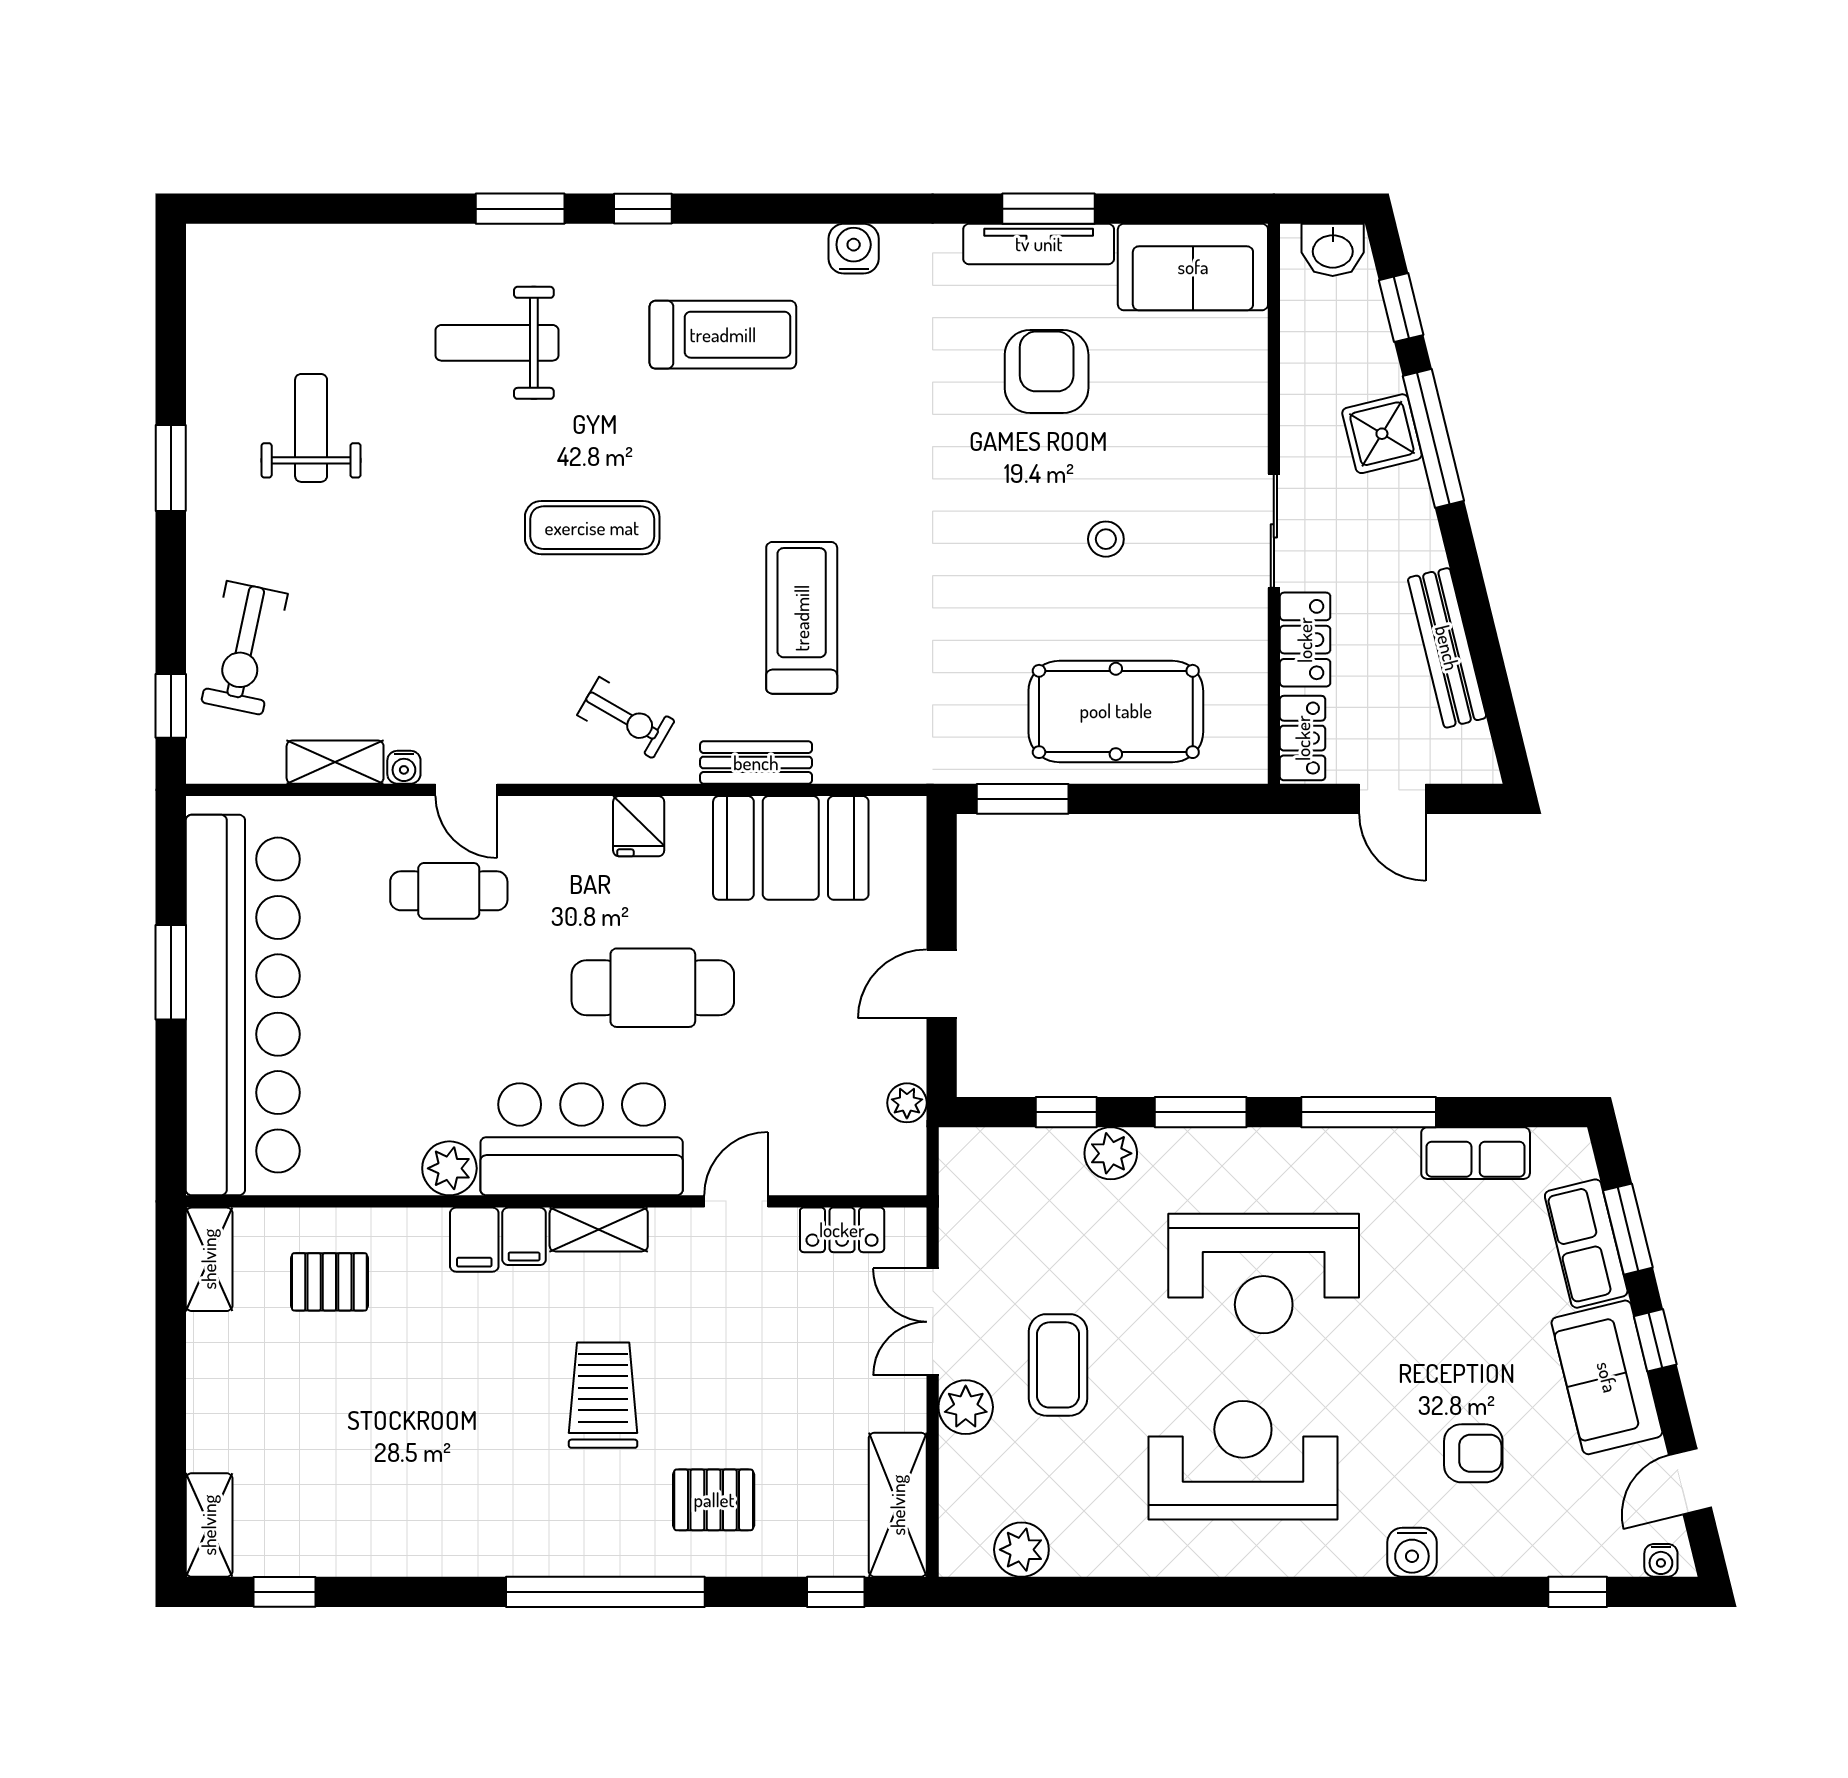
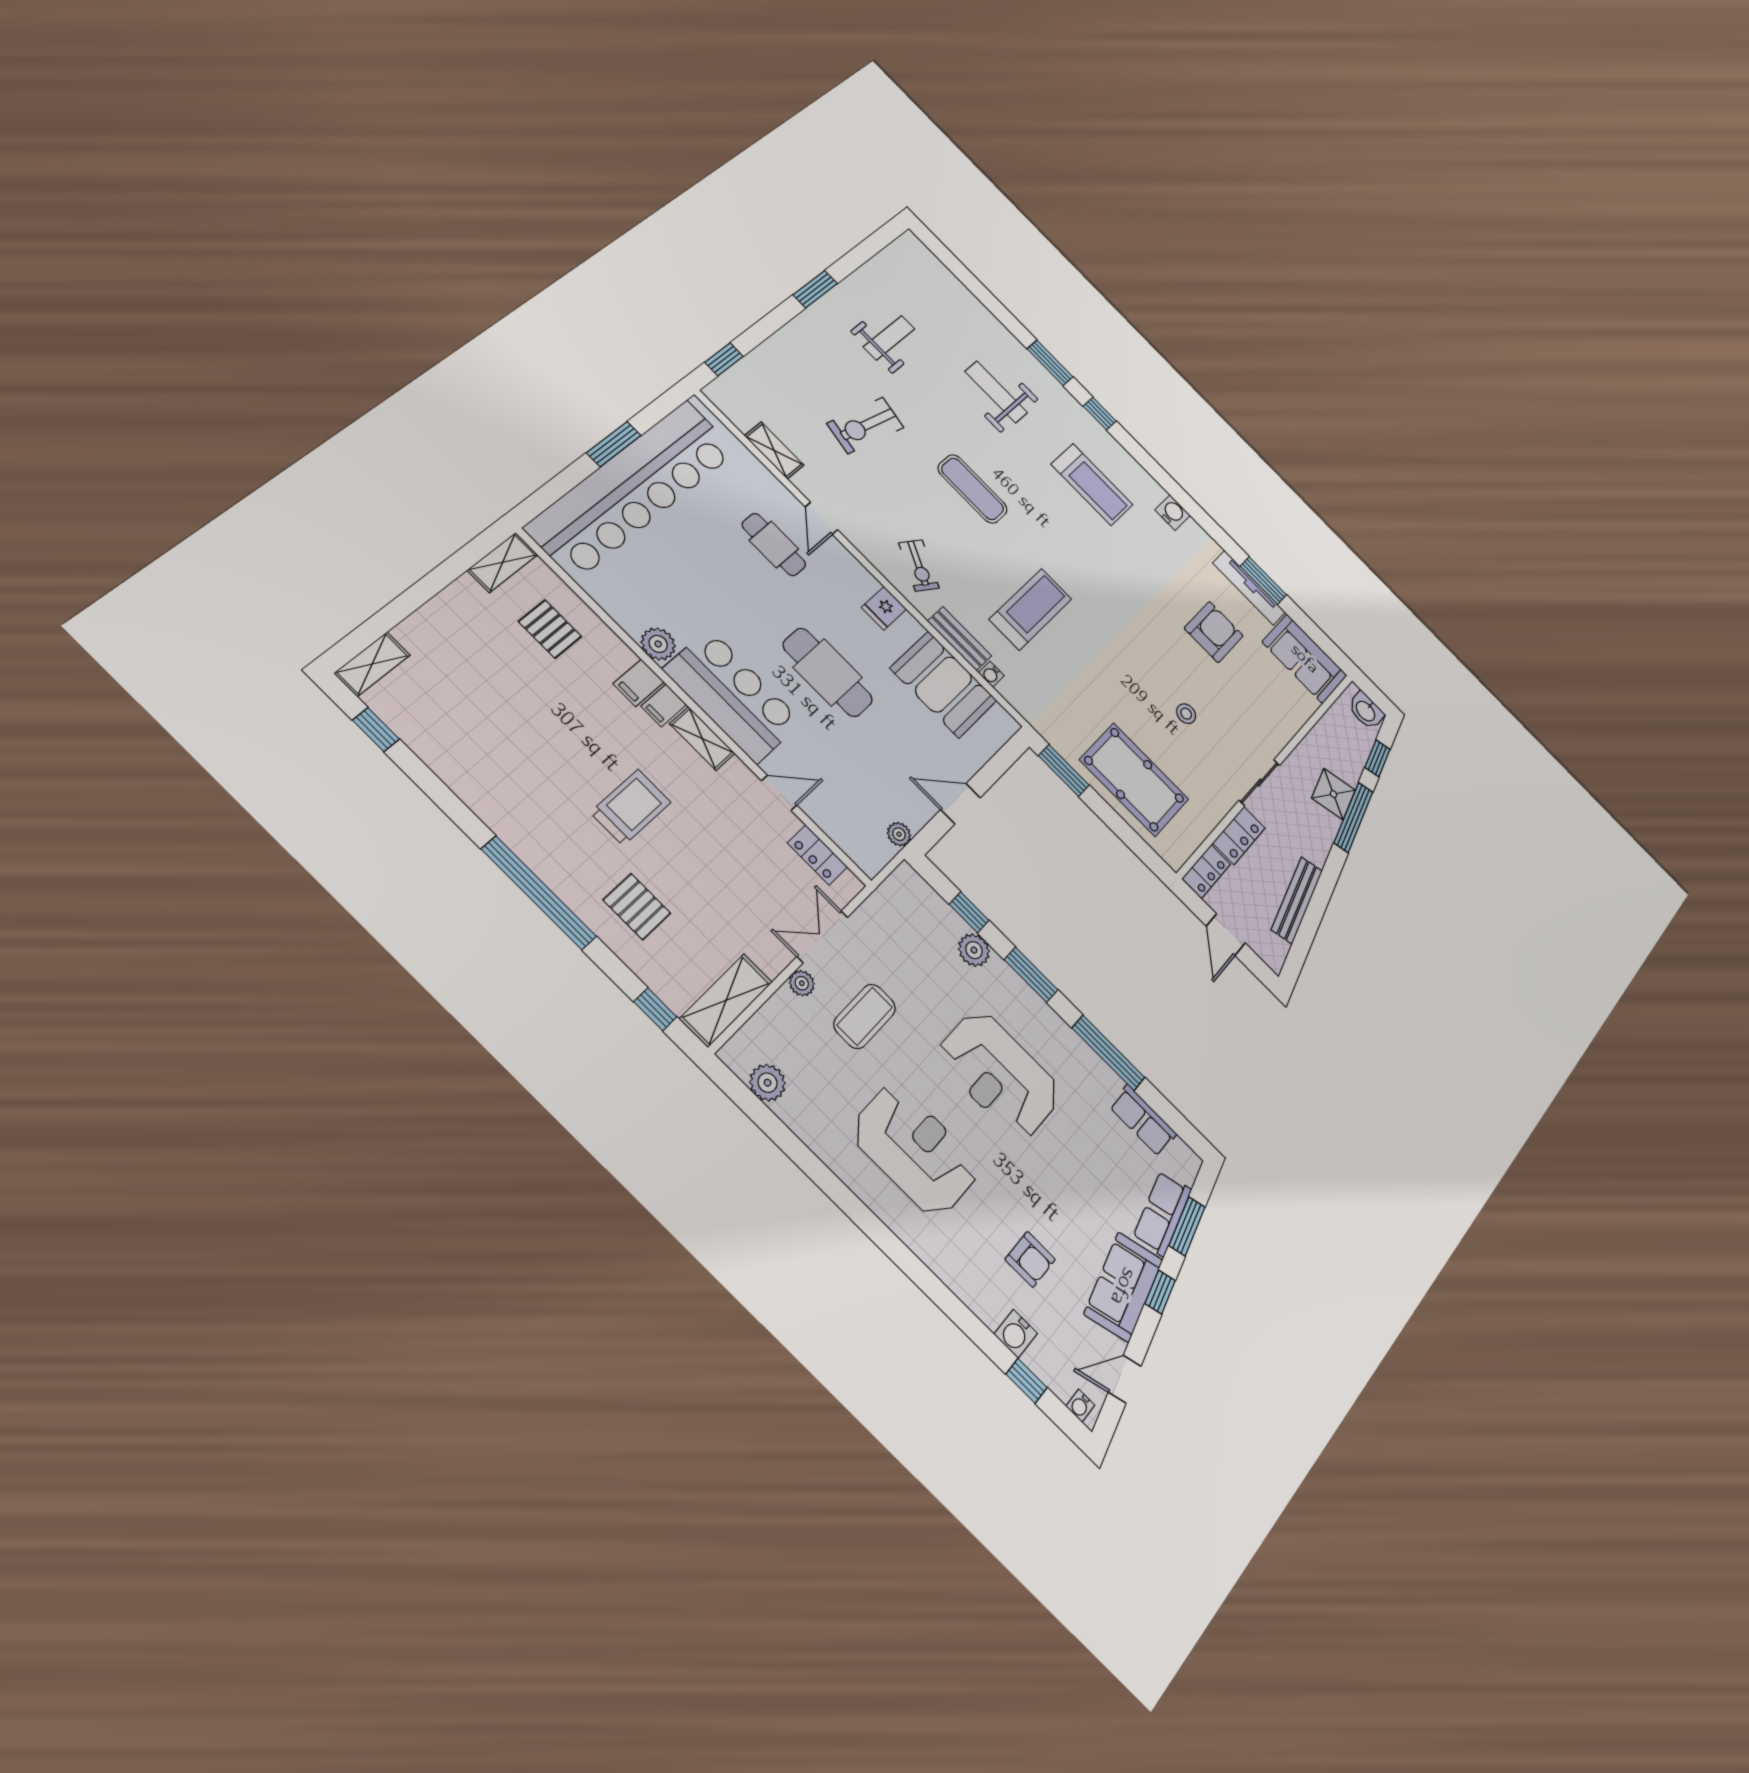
exercise bike: (244, 648) -> (865, 425), moved
water cooler: (404, 767) -> (991, 674), moved
plant: (966, 1407) -> (802, 983), width x0.73, depth x0.73
water cooler: (1412, 1552) -> (1016, 1334), moved

